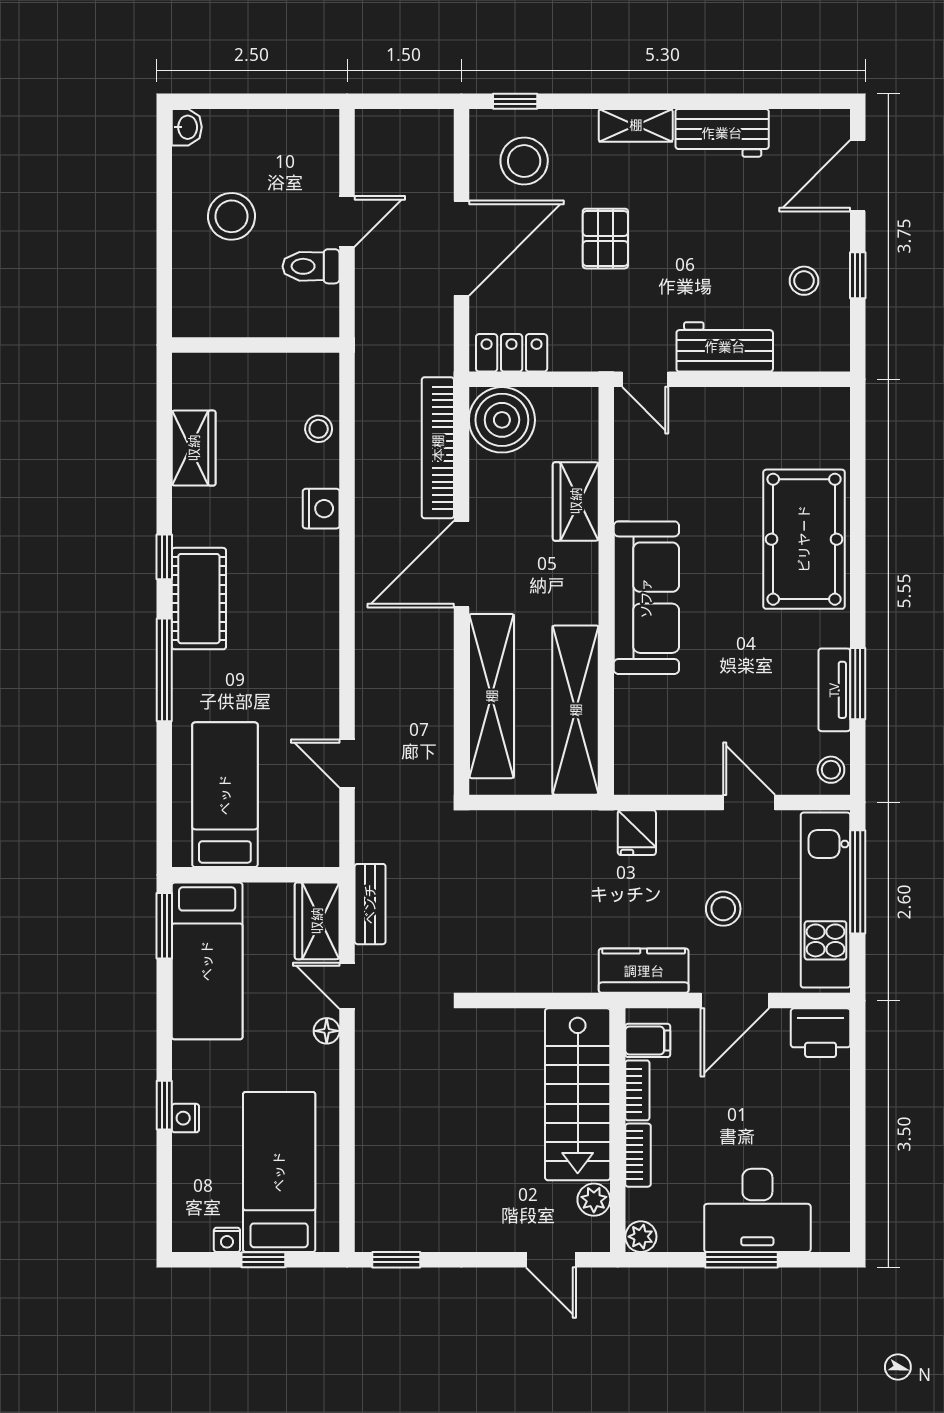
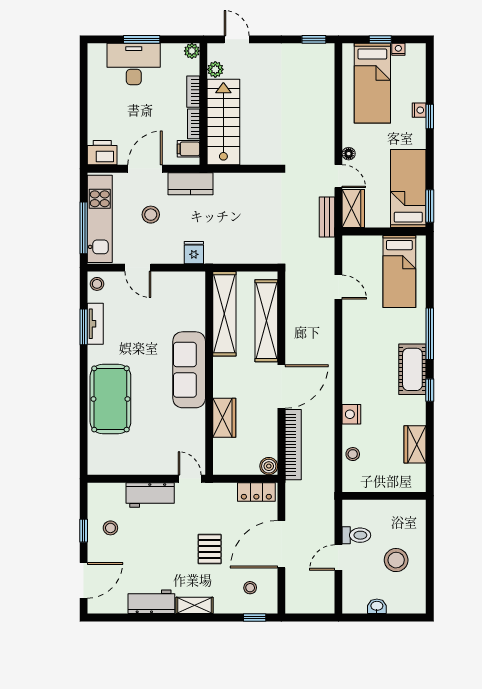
washbasin: (187, 127) -> (377, 606), moved, turned 90
stool: (524, 161) -> (250, 588), width x0.53, depth x0.53
boiler: (502, 420) -> (269, 466), width x0.54, depth x0.54

